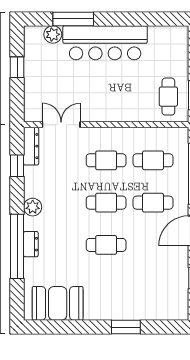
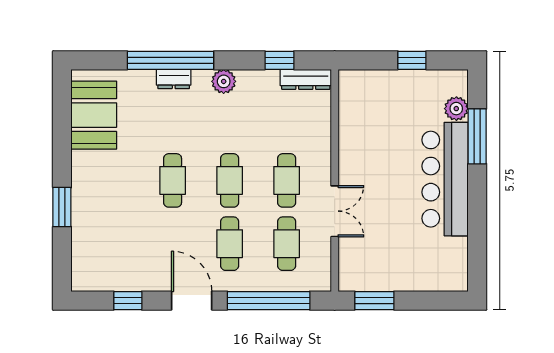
cafe table: (168, 97) -> (373, 264), removed
double door: (61, 125) -> (335, 211), moved

